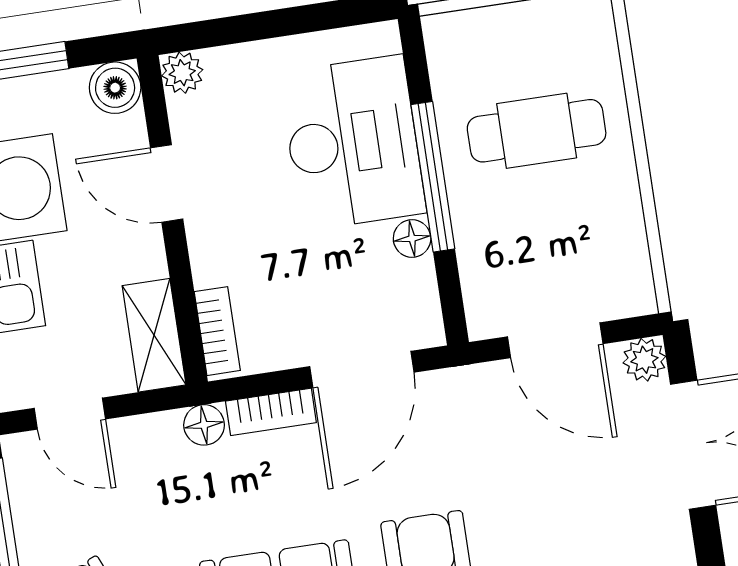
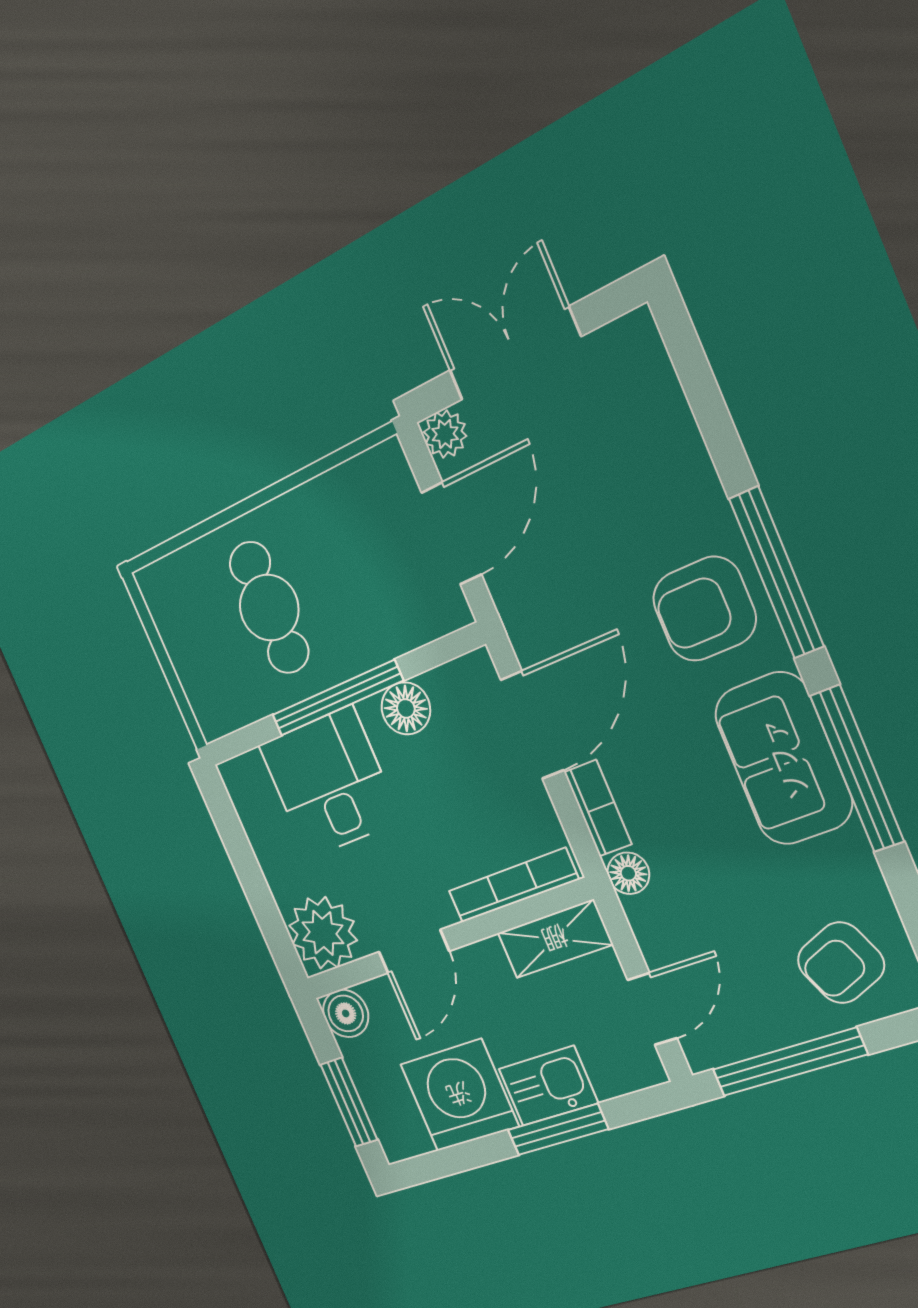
plant: (182, 73) -> (323, 933), width x1.87, depth x1.87
desk: (353, 143) -> (329, 783), width x0.73
floor lamp: (412, 239) -> (406, 708), width x1.37, depth x1.37
bookcase: (217, 331) -> (513, 885), width x1.56
door: (362, 369) -> (532, 725), hinge flipped

